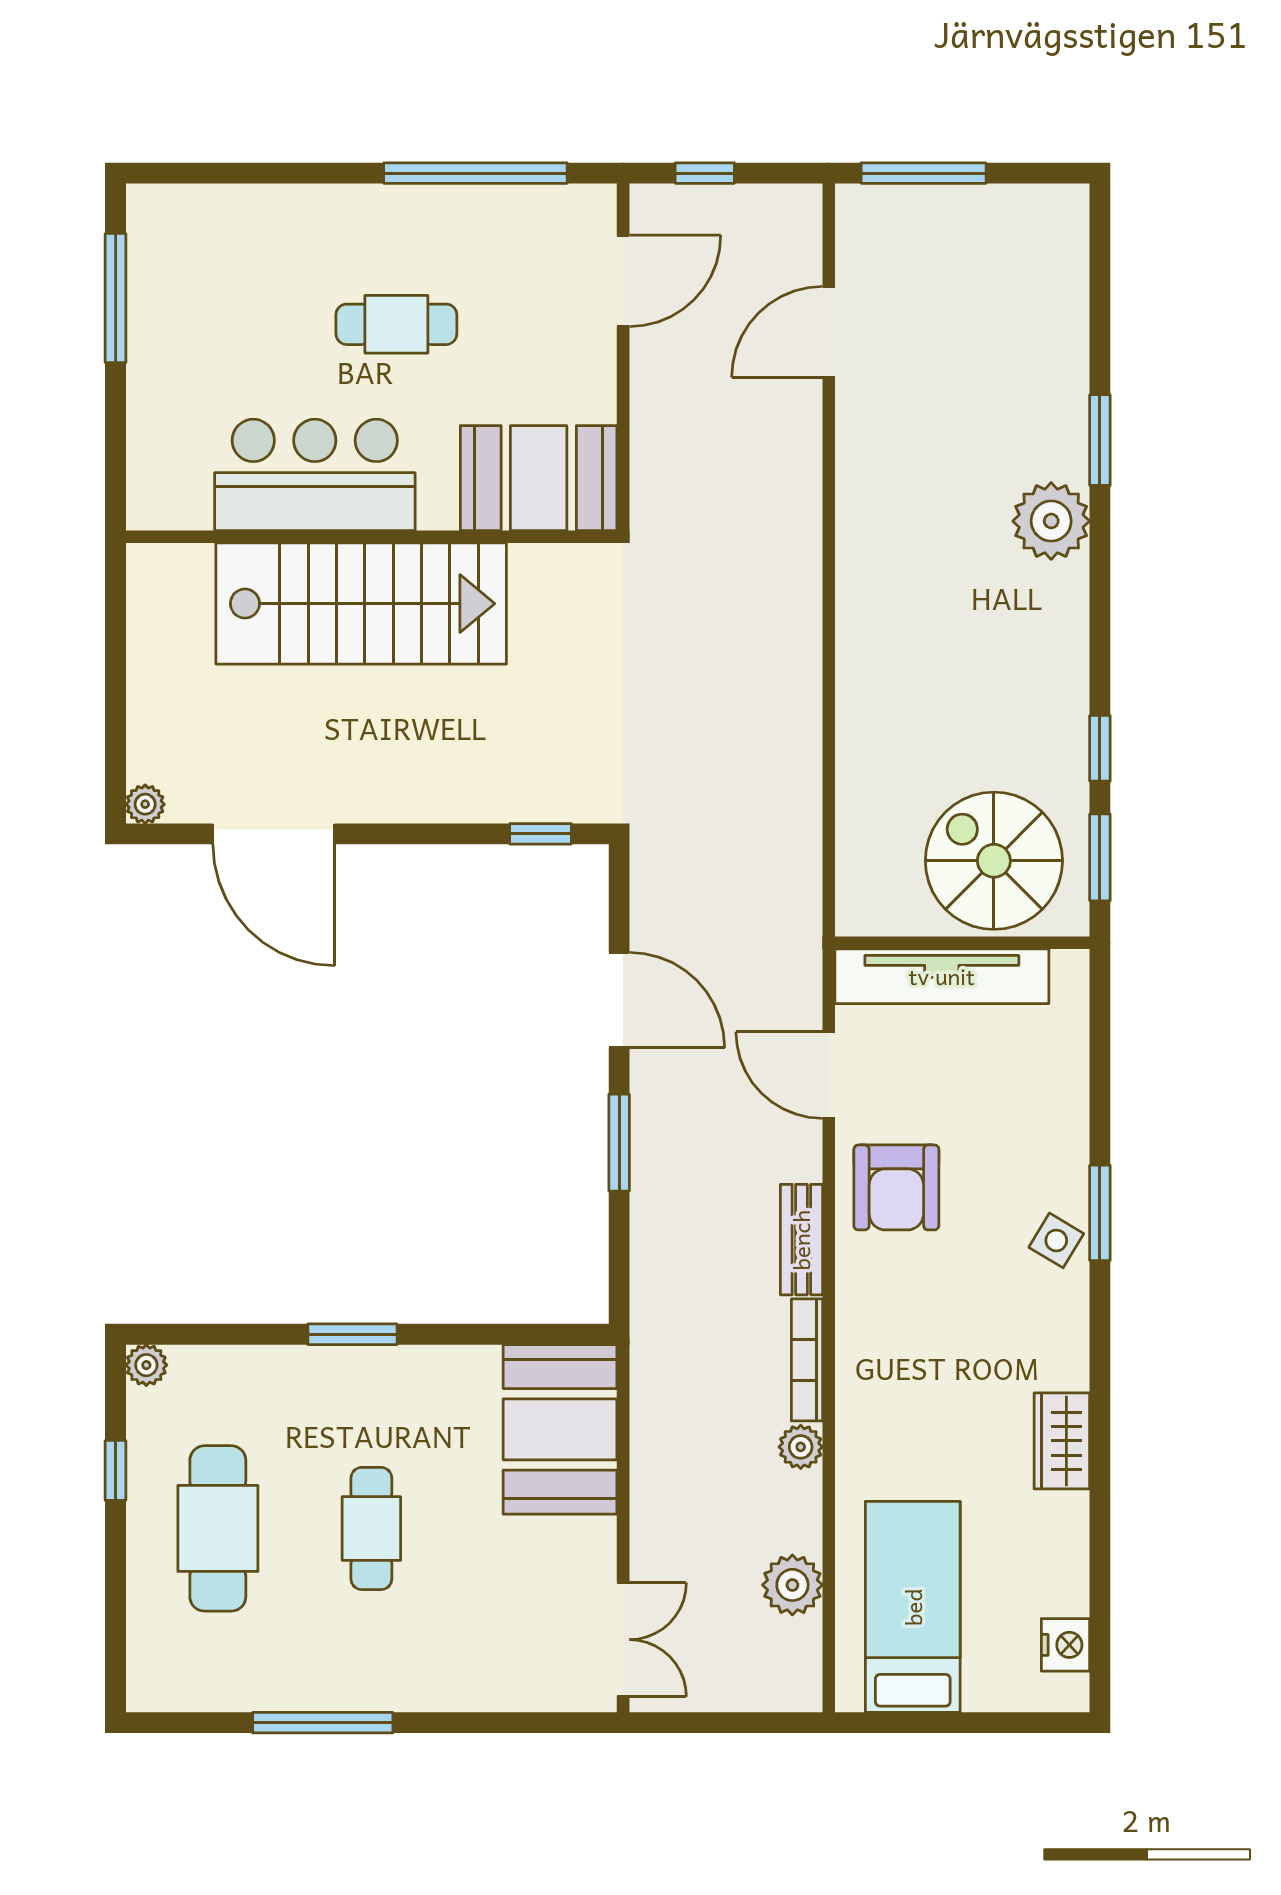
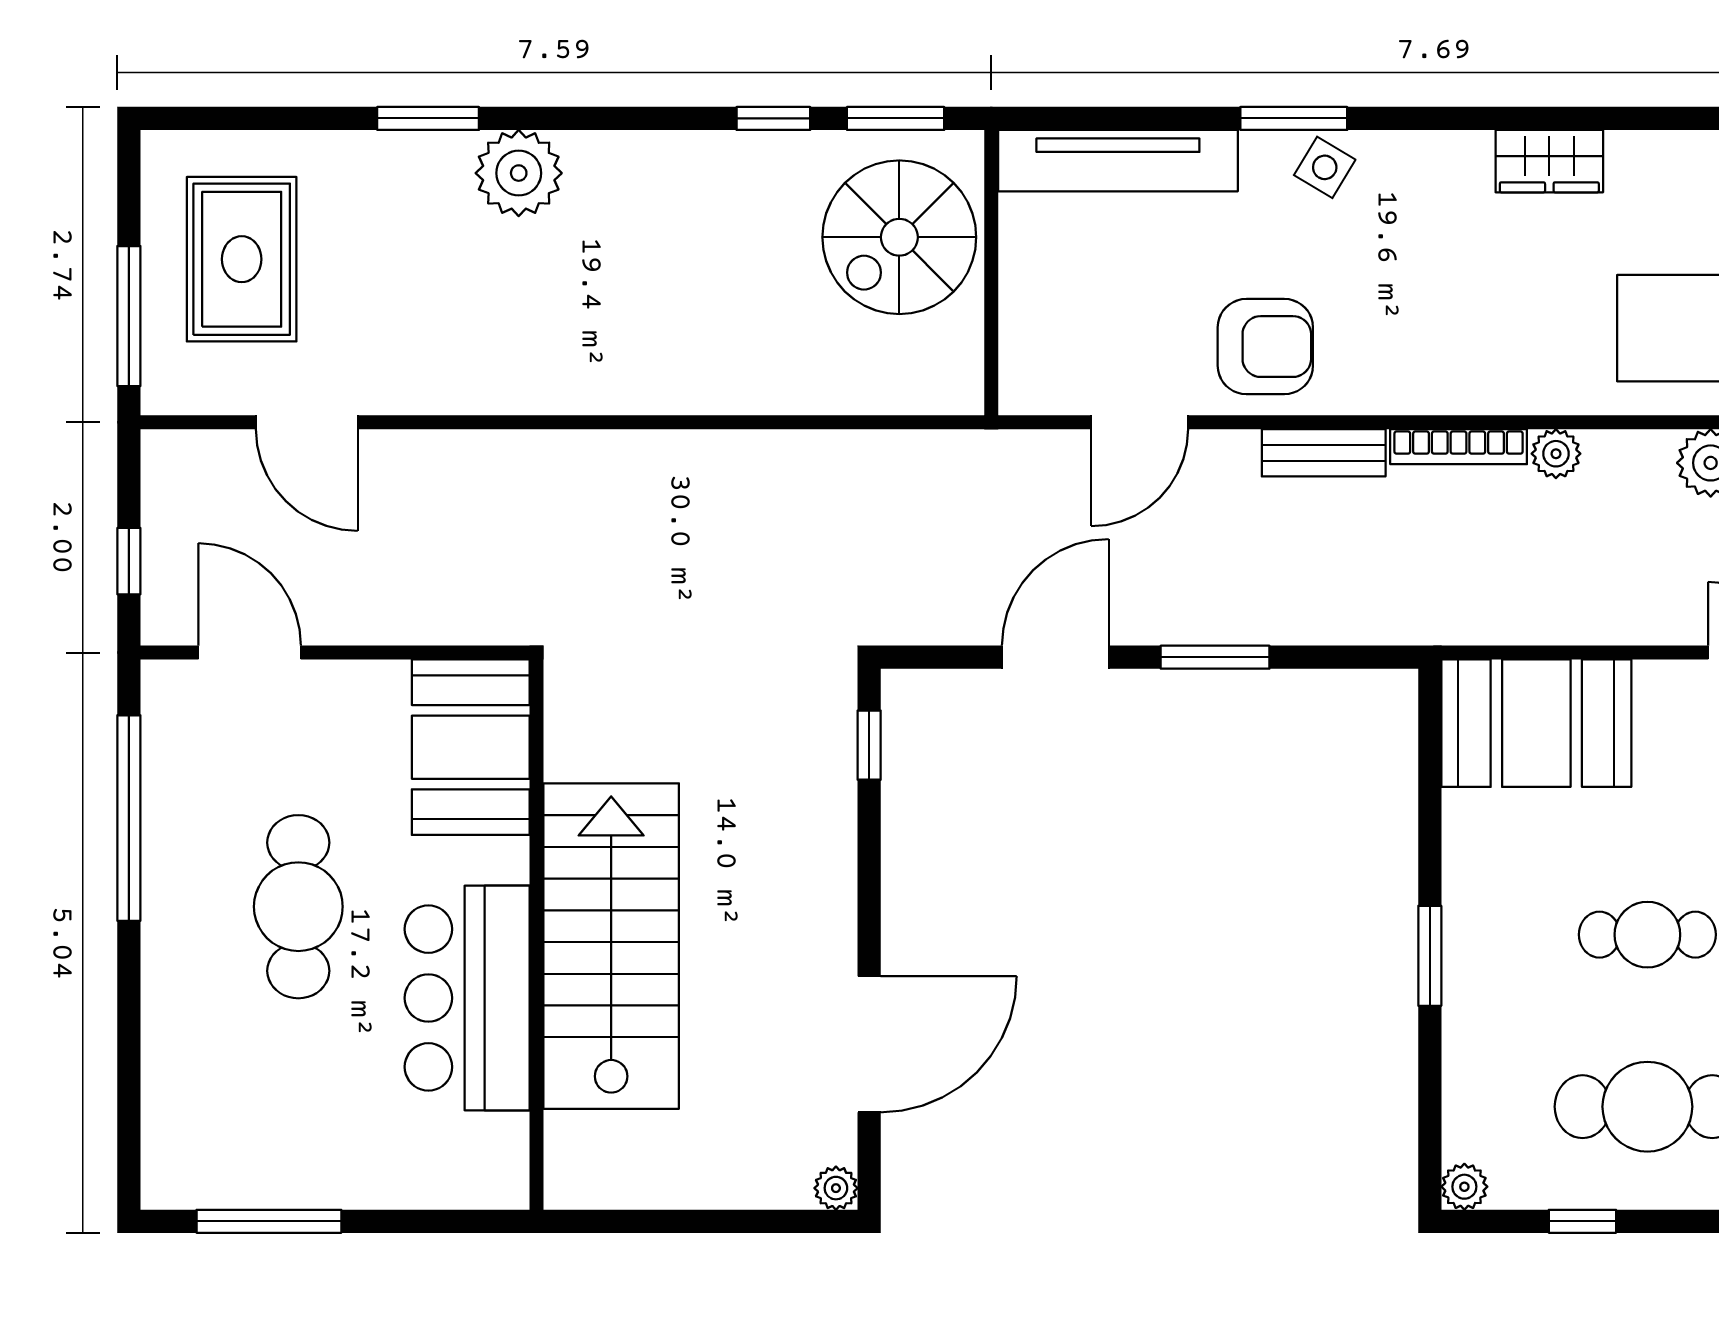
rug: (974, 274) -> (242, 259), added
cafe table: (396, 324) -> (298, 907), width x1.37, depth x1.35
tv unit: (942, 976) -> (1118, 161), moved, turned 90

